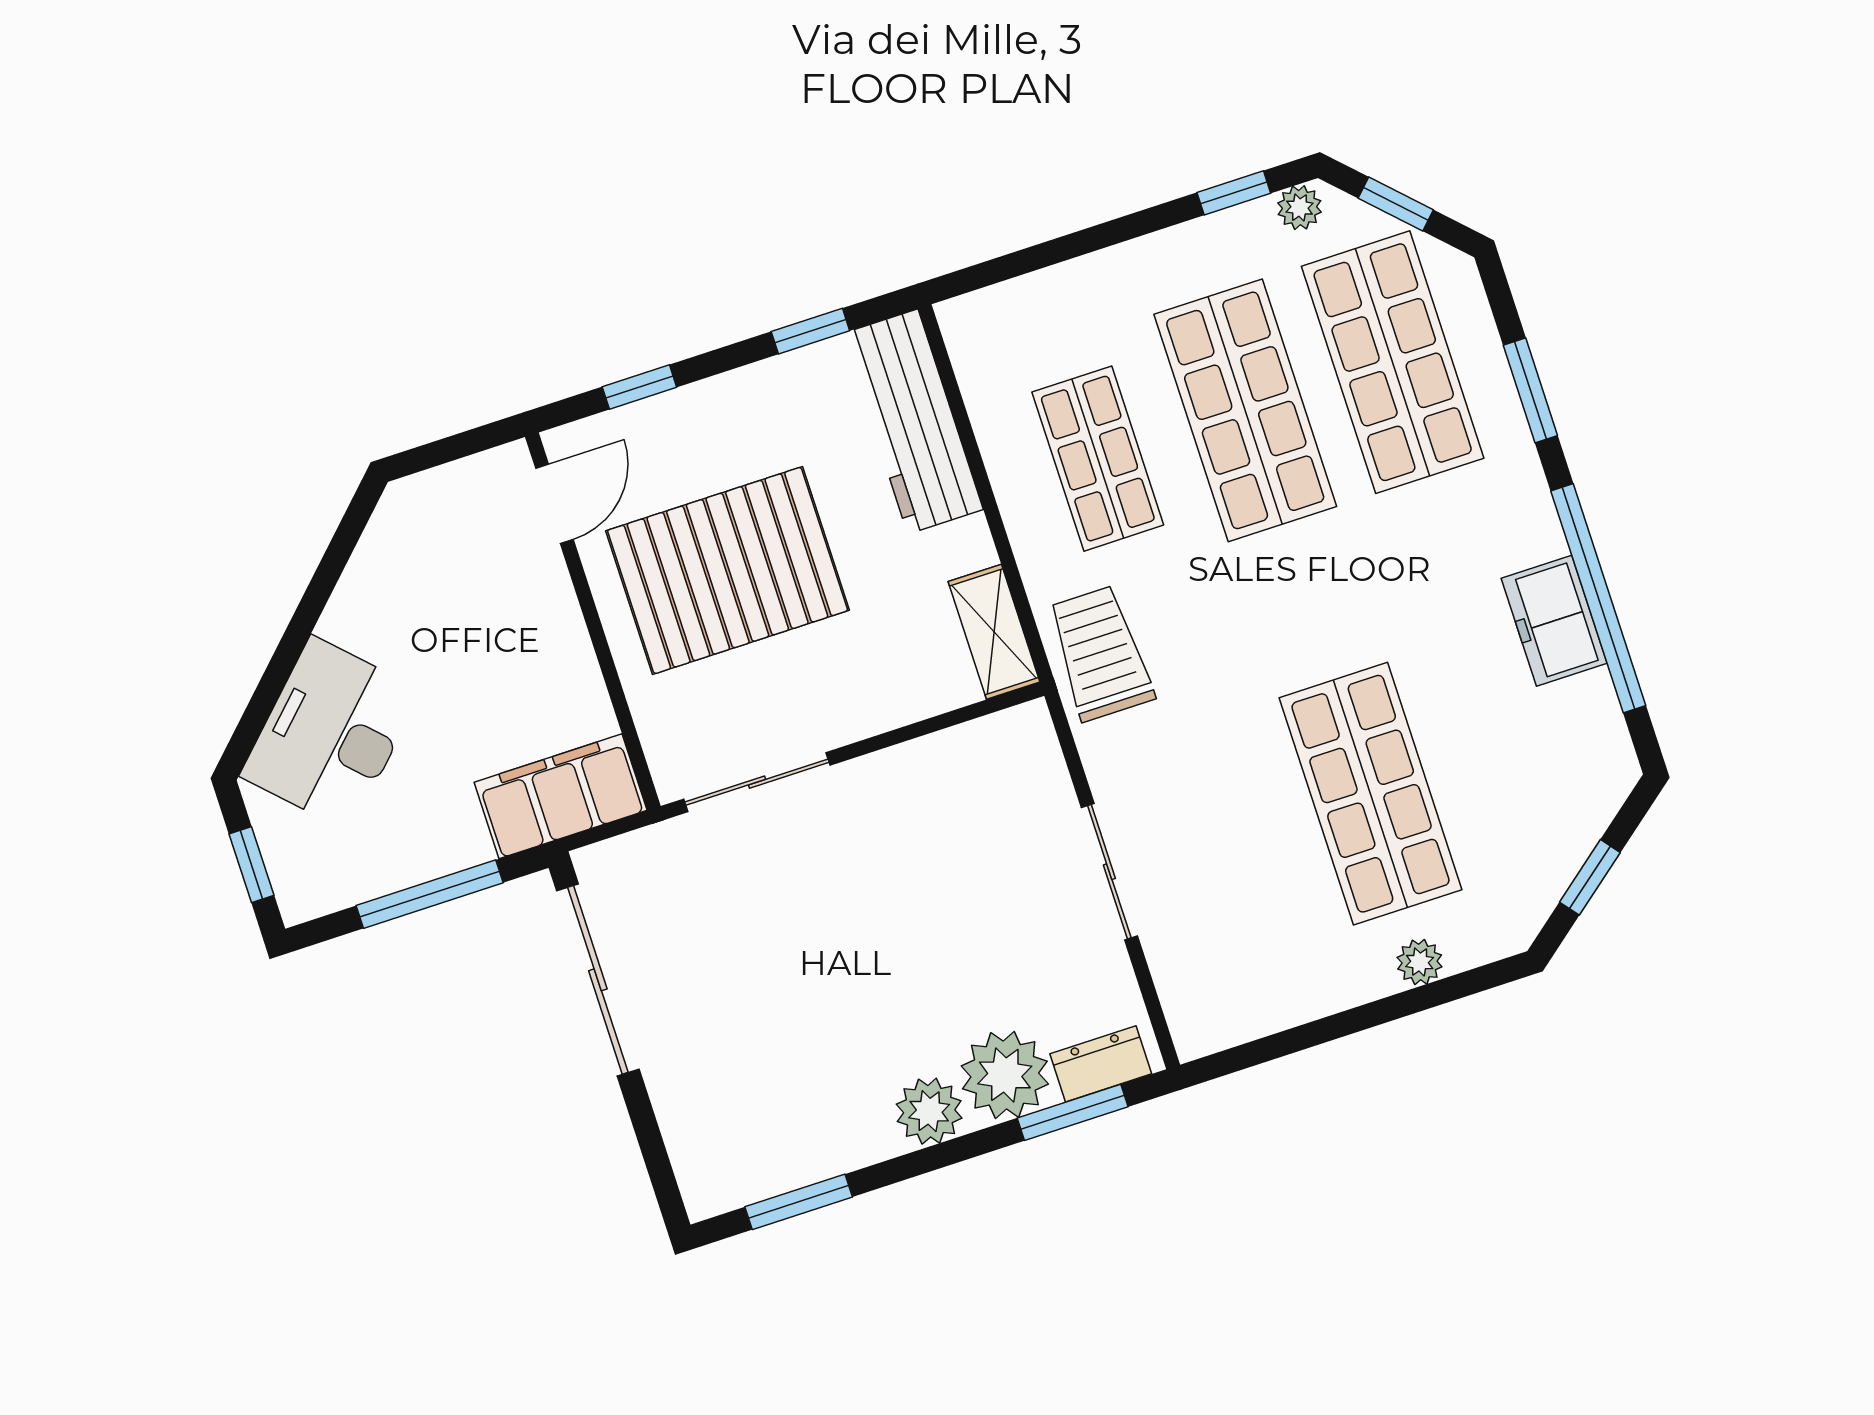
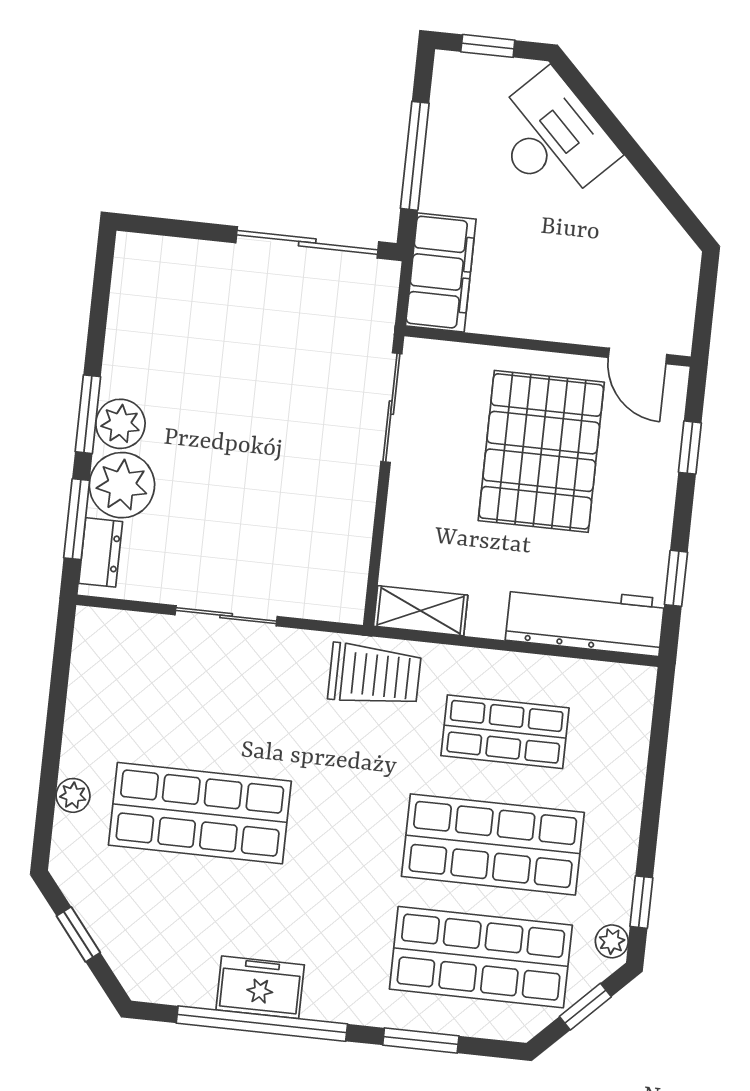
window: (799, 1202) -> (88, 414), moved

